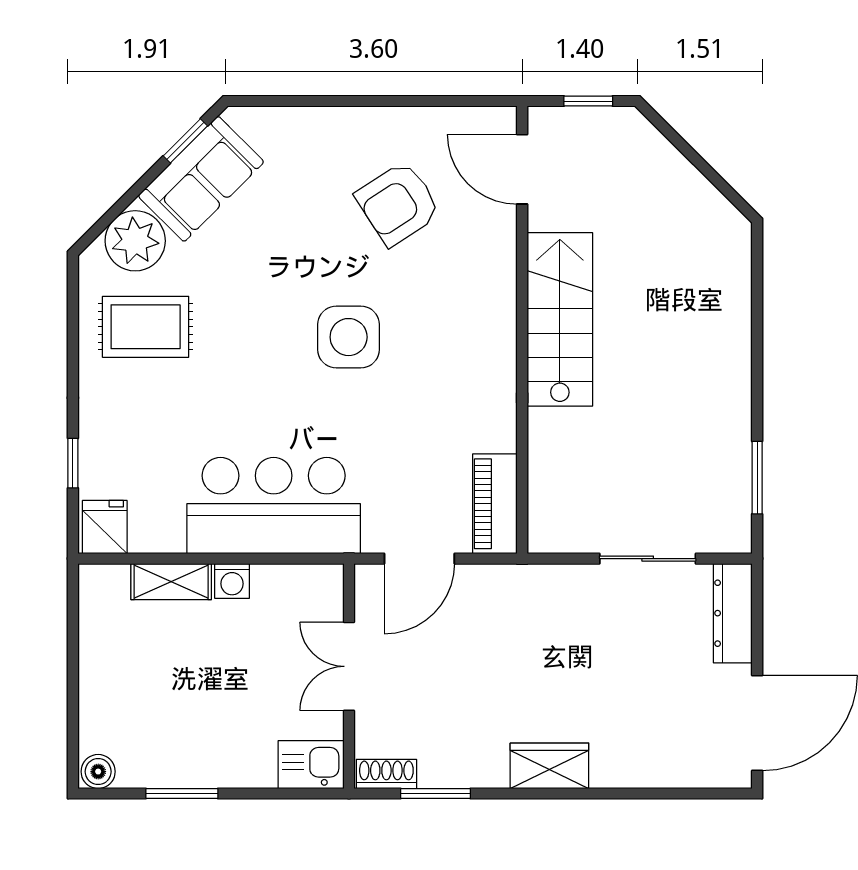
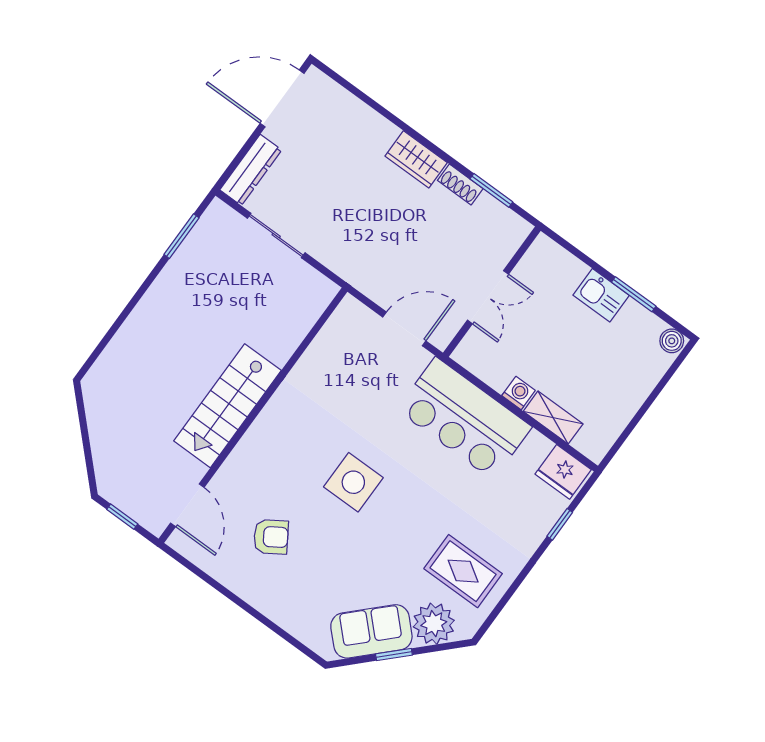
window: (185, 141) -> (394, 655), moved
armchair: (398, 204) -> (271, 537), width x0.72, depth x0.72
piano: (495, 504) -> (339, 329), removed
fridge: (105, 527) -> (563, 472), width x1.38
kitchen sink: (311, 765) -> (601, 295), moved
shoe rack: (386, 774) -> (460, 185), moved

